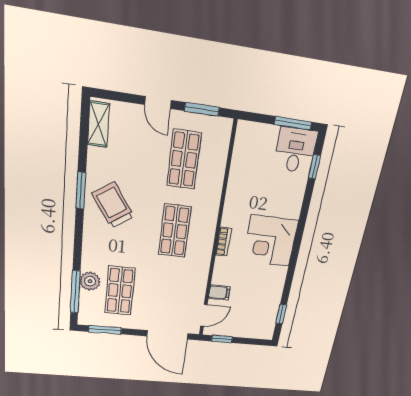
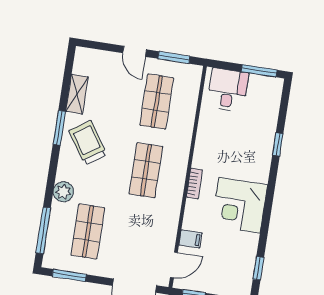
shelving: (99, 124) -> (77, 94), moved
desk: (295, 150) -> (228, 90), moved
window: (314, 167) -> (278, 144), moved
corner desk: (270, 241) -> (239, 205), moved
plant: (90, 281) -> (63, 192), moved

